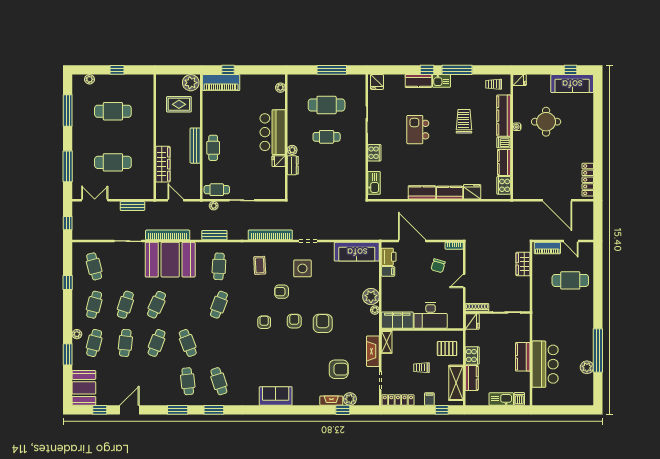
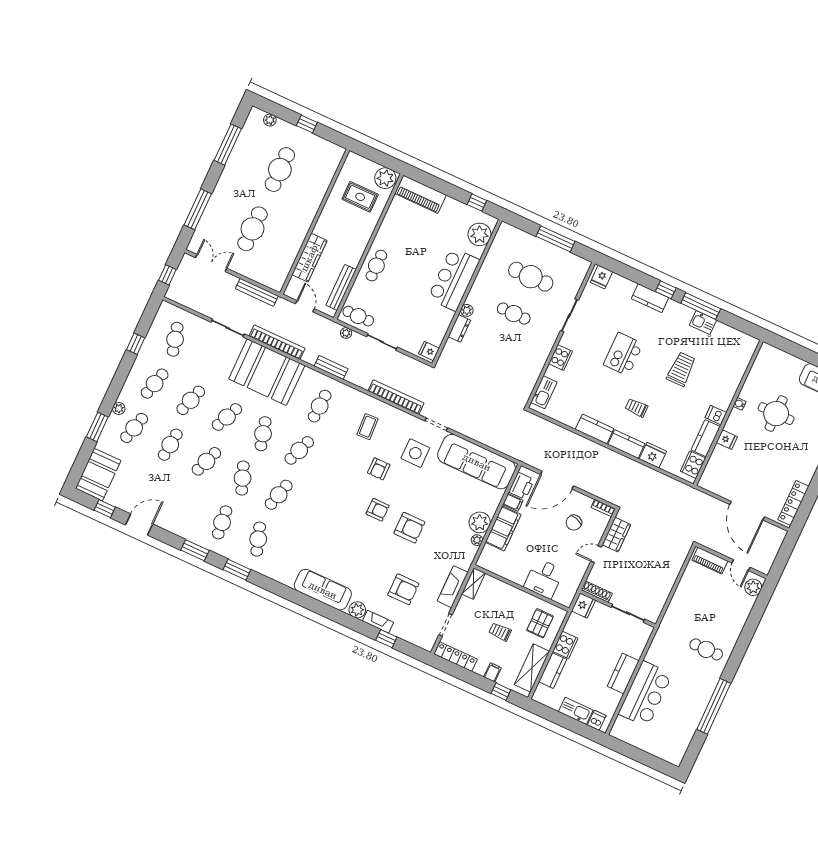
window: (228, 70) -> (477, 203), moved
fridge: (520, 80) -> (727, 440), moved
kitchen sink: (441, 81) -> (703, 322), moved
trolley: (494, 84) -> (636, 408), moved
plant: (280, 88) -> (480, 234), width x1.87, depth x1.87
cafe table: (113, 111) -> (280, 170), turned 90
kitchen counter: (504, 116) -> (730, 384), removed
bench: (195, 146) -> (341, 287), moved
fridge: (279, 161) -> (429, 351), moved
cafe table: (113, 162) -> (252, 229), turned 90
bench: (132, 206) -> (257, 292), width x1.36
door: (412, 241) -> (557, 480), swing flipped
sofa: (357, 252) -> (477, 462), width x1.36, depth x1.27
wardrobe: (523, 264) -> (616, 535), moved, turned 180
cafe table: (570, 280) -> (706, 649), moved, width x0.73, depth x0.74
armchair: (282, 292) -> (379, 469), turned -90
cafe table: (188, 305) -> (263, 434), added
desk: (431, 315) -> (544, 579), width x0.73
filing cabinet: (397, 320) -> (503, 528), moved, turned 90
armchair: (294, 321) -> (378, 510), turned 90
armchair: (264, 322) -> (342, 495), removed
armchair: (323, 323) -> (409, 528), turned 90
cafe table: (219, 343) -> (279, 495), added
pallet: (447, 349) -> (540, 623), turned 90
plant: (587, 367) -> (753, 587), moved
sofa: (276, 396) -> (323, 590), width x1.36
plant: (350, 399) -> (357, 610), moved

